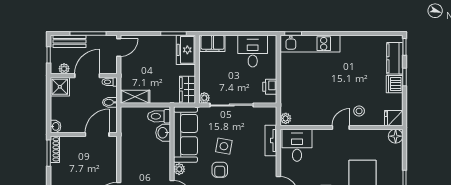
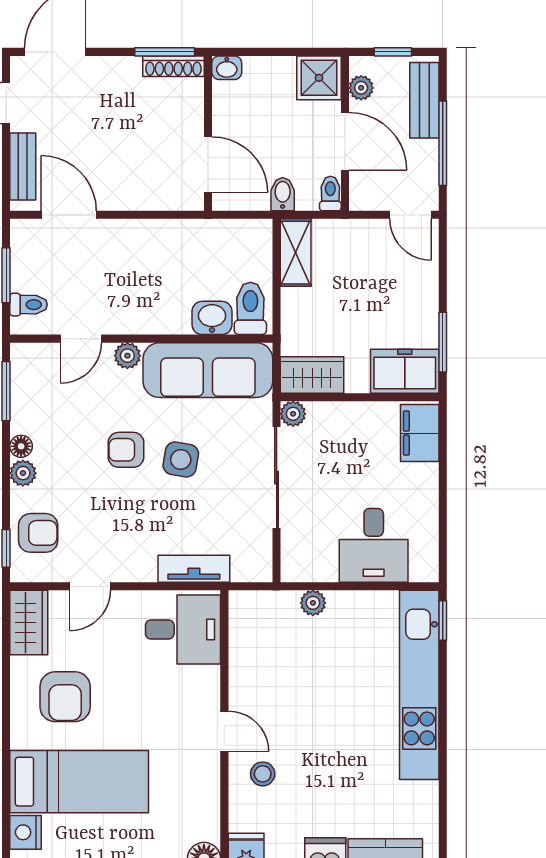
kitchen unit: (310, 44) -> (419, 685), width x1.36
desk: (253, 51) -> (374, 545), moved, turned 90
printer: (270, 87) -> (319, 566), removed
plant: (286, 118) -> (313, 603), moved

